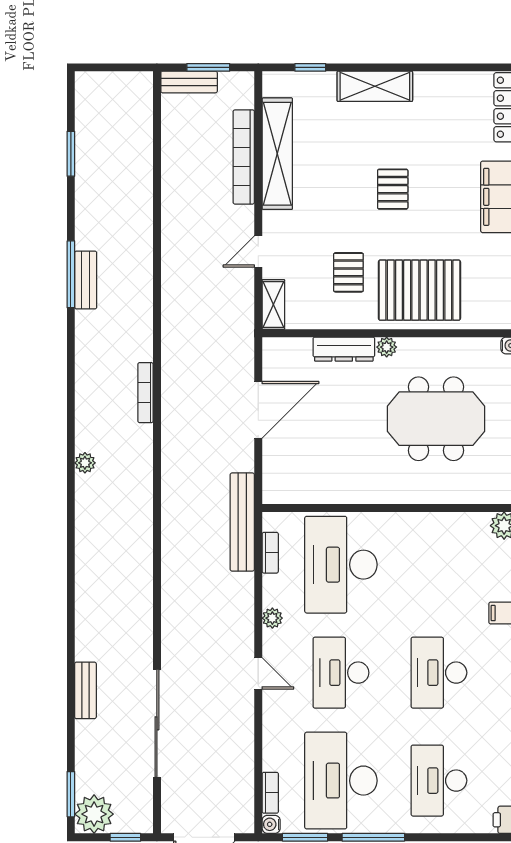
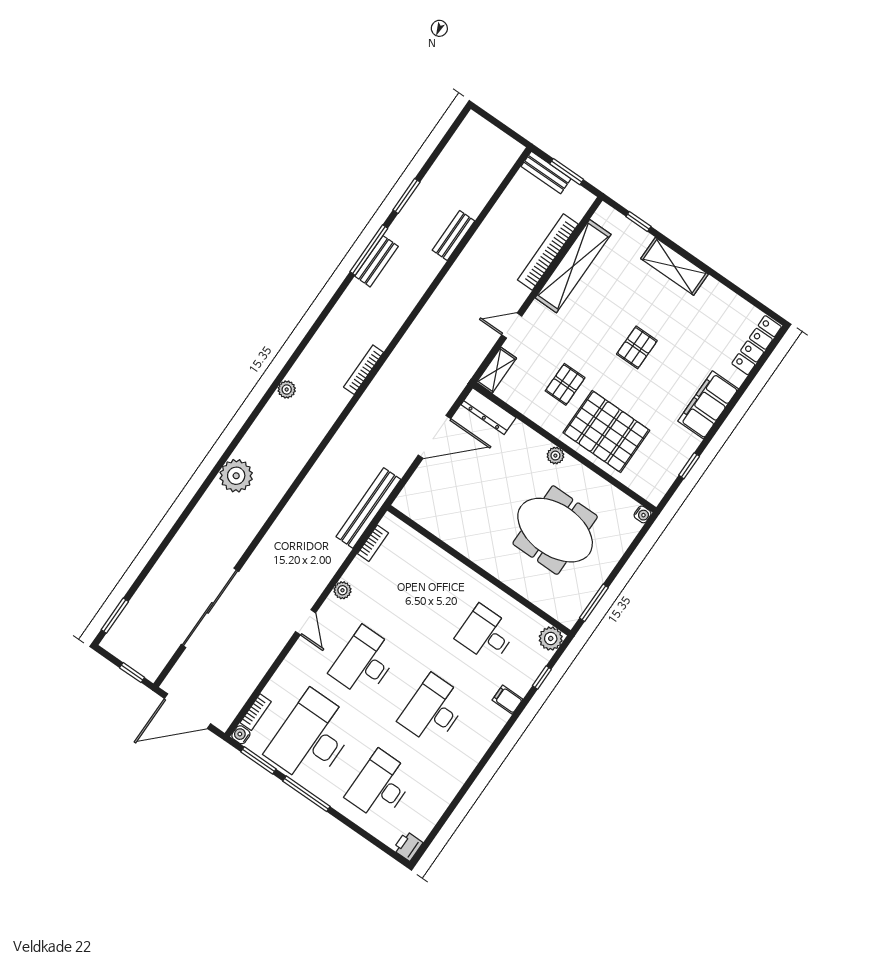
window: (71, 154) -> (406, 196), moved
dresser: (344, 349) -> (488, 411), moved
desk: (341, 565) -> (486, 634), moved, width x0.53, depth x0.77
bench: (85, 690) -> (454, 236), moved
plant: (94, 814) -> (236, 476), moved

